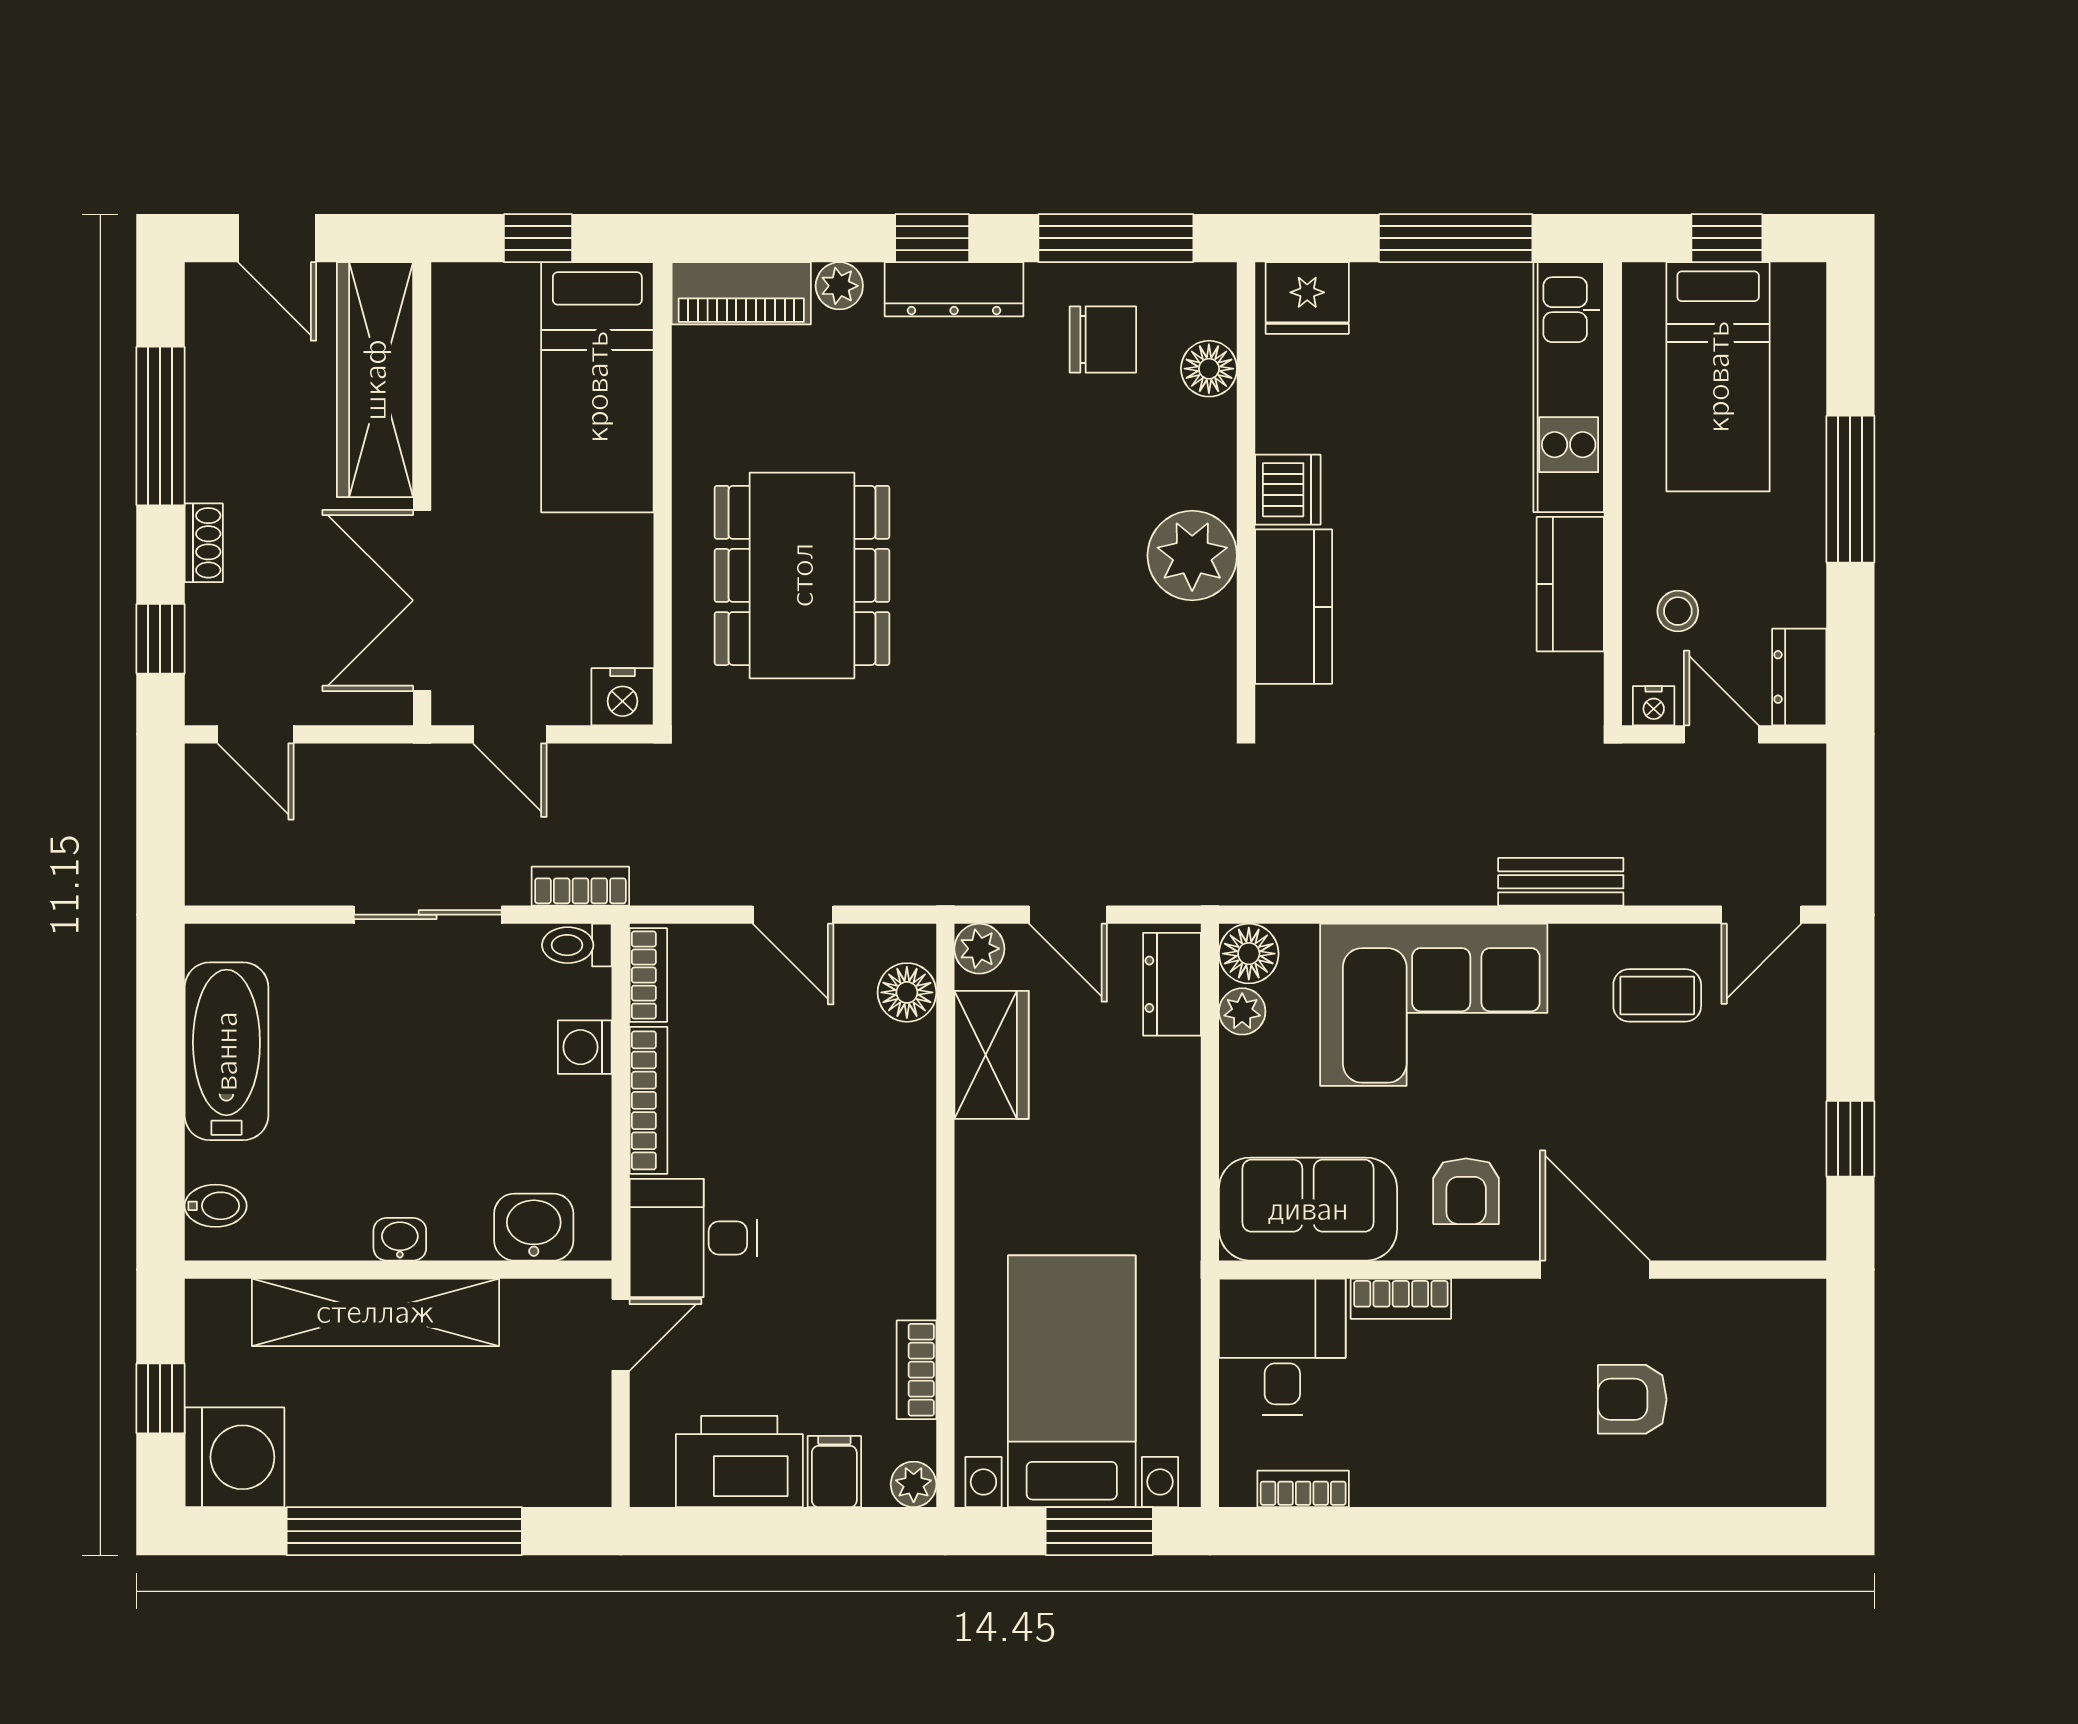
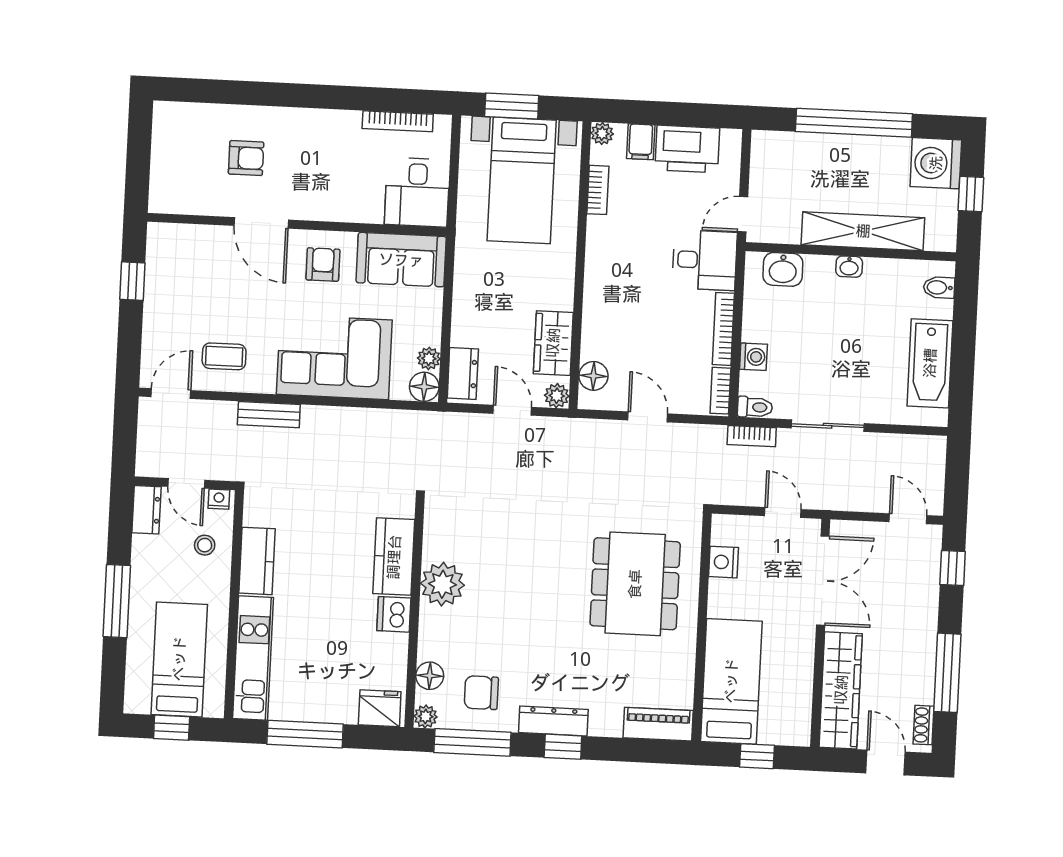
plant: (839, 286) -> (426, 716), moved
shoe rack: (204, 543) -> (924, 725), moved
nightstand: (623, 697) -> (724, 562), moved, turned -90
bookcase: (1401, 1299) -> (358, 213), removed
bookcase: (1303, 1489) -> (398, 121), width x1.56

